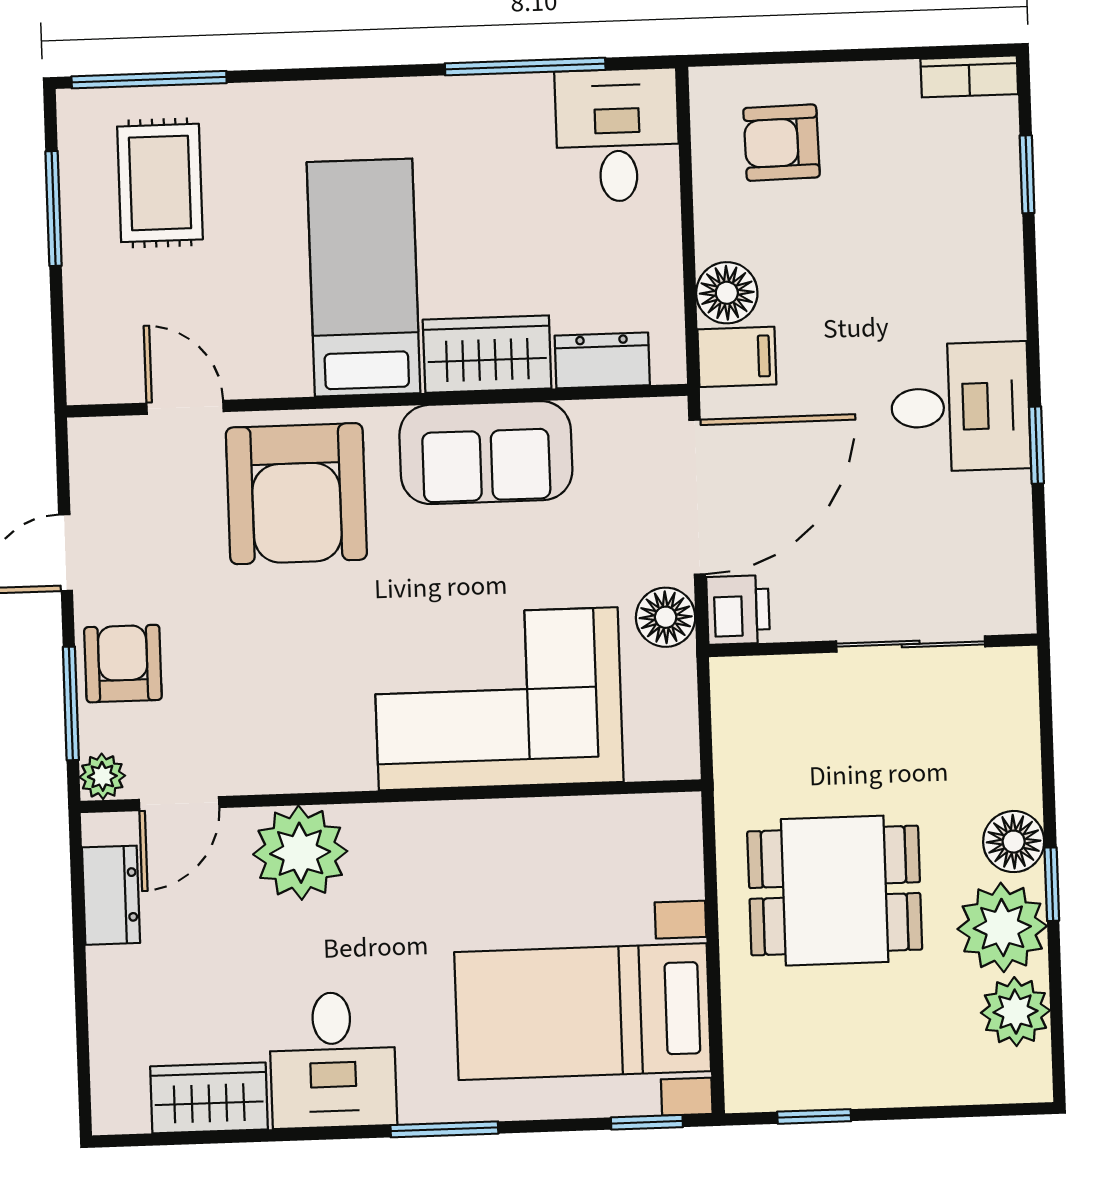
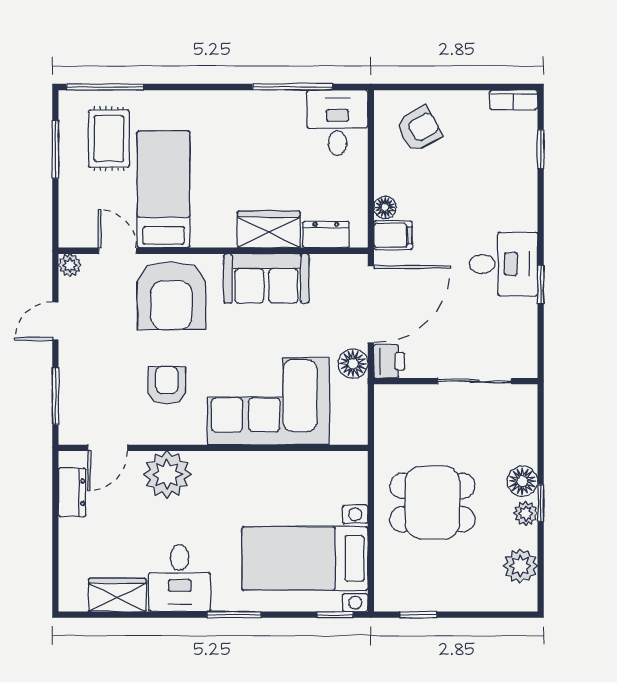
armchair: (781, 143) -> (419, 129), turned 152
bed: (364, 278) -> (164, 189), moved
floor lamp: (727, 293) -> (385, 207), width x0.73, depth x0.73
armchair: (123, 664) -> (167, 385), moved
plant: (102, 776) -> (70, 265), moved
plant: (1002, 927) -> (526, 513), width x0.53, depth x0.53

